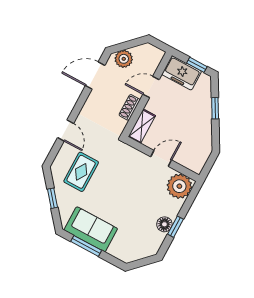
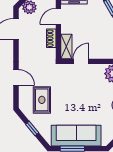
door: (161, 158) -> (81, 61), moved
sofa: (91, 229) -> (76, 136), width x1.36

